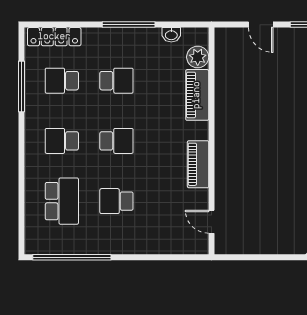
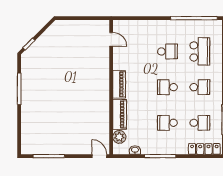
door: (261, 25) -> (99, 156), moved
piano: (198, 164) -> (119, 84), moved
school desk: (62, 201) -> (200, 51), turned 180

